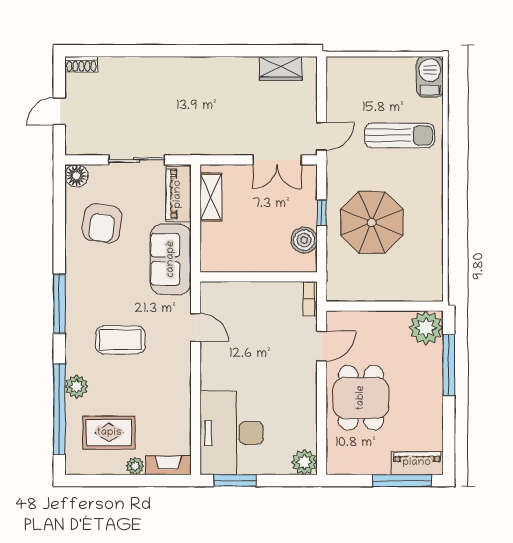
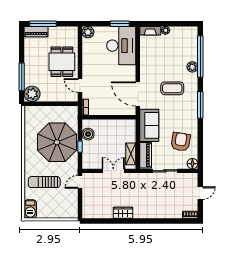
wardrobe: (281, 68) -> (123, 213), moved
double door: (277, 160) -> (113, 171), moved
parasol: (372, 222) -> (57, 142), width x1.36, depth x1.36
door: (196, 327) -> (138, 94), width x1.88
door: (322, 346) -> (80, 85), hinge flipped
rug: (109, 433) -> (178, 46), removed

